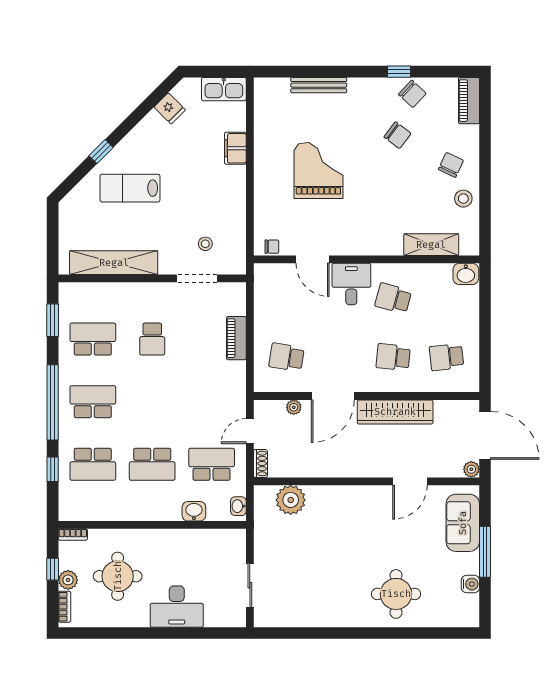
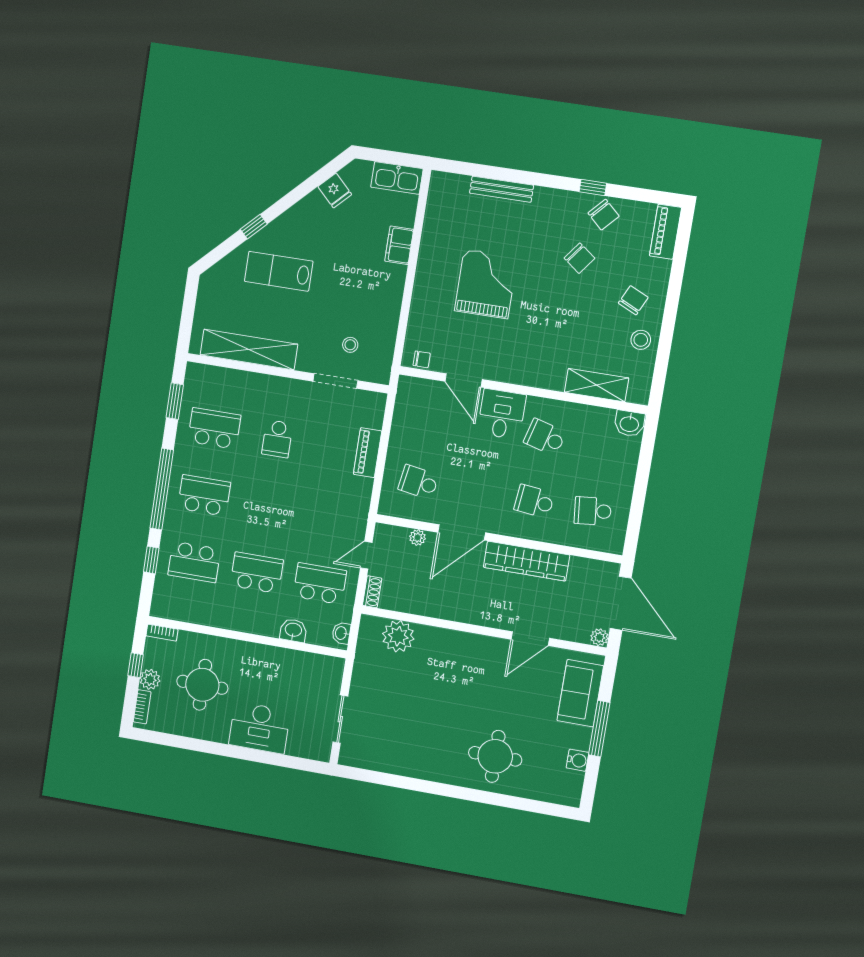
school desk: (152, 464) -> (257, 573), turned 180

